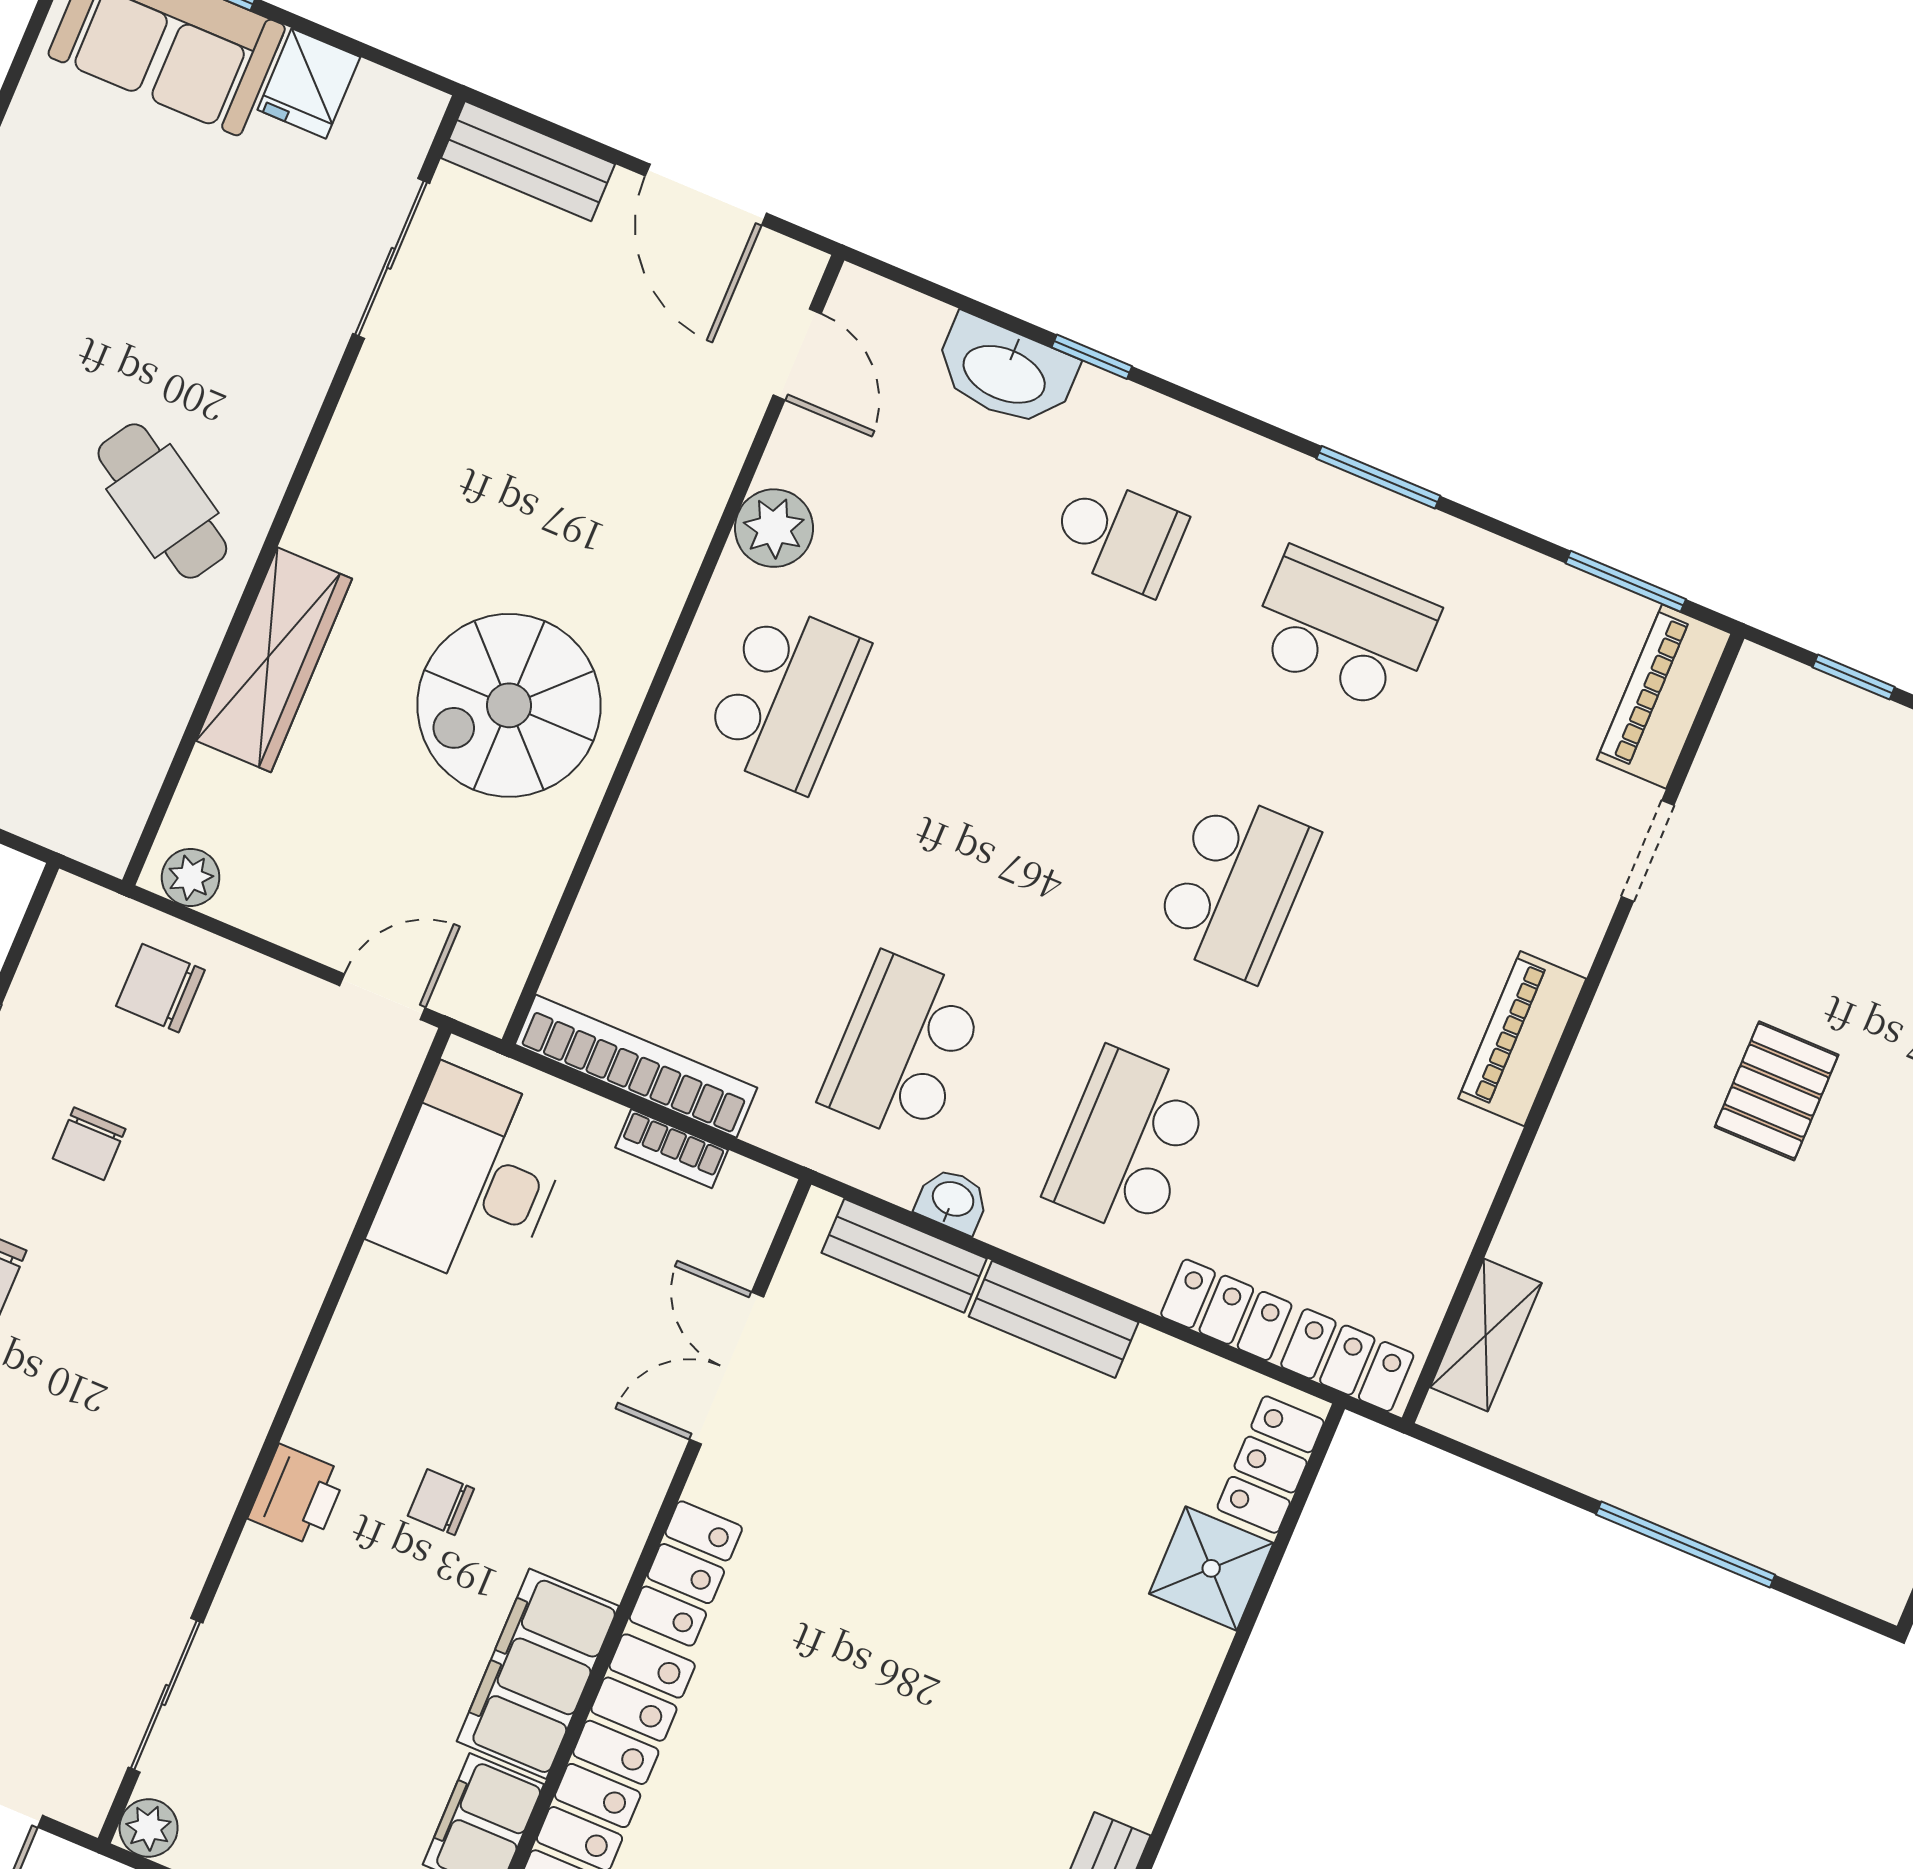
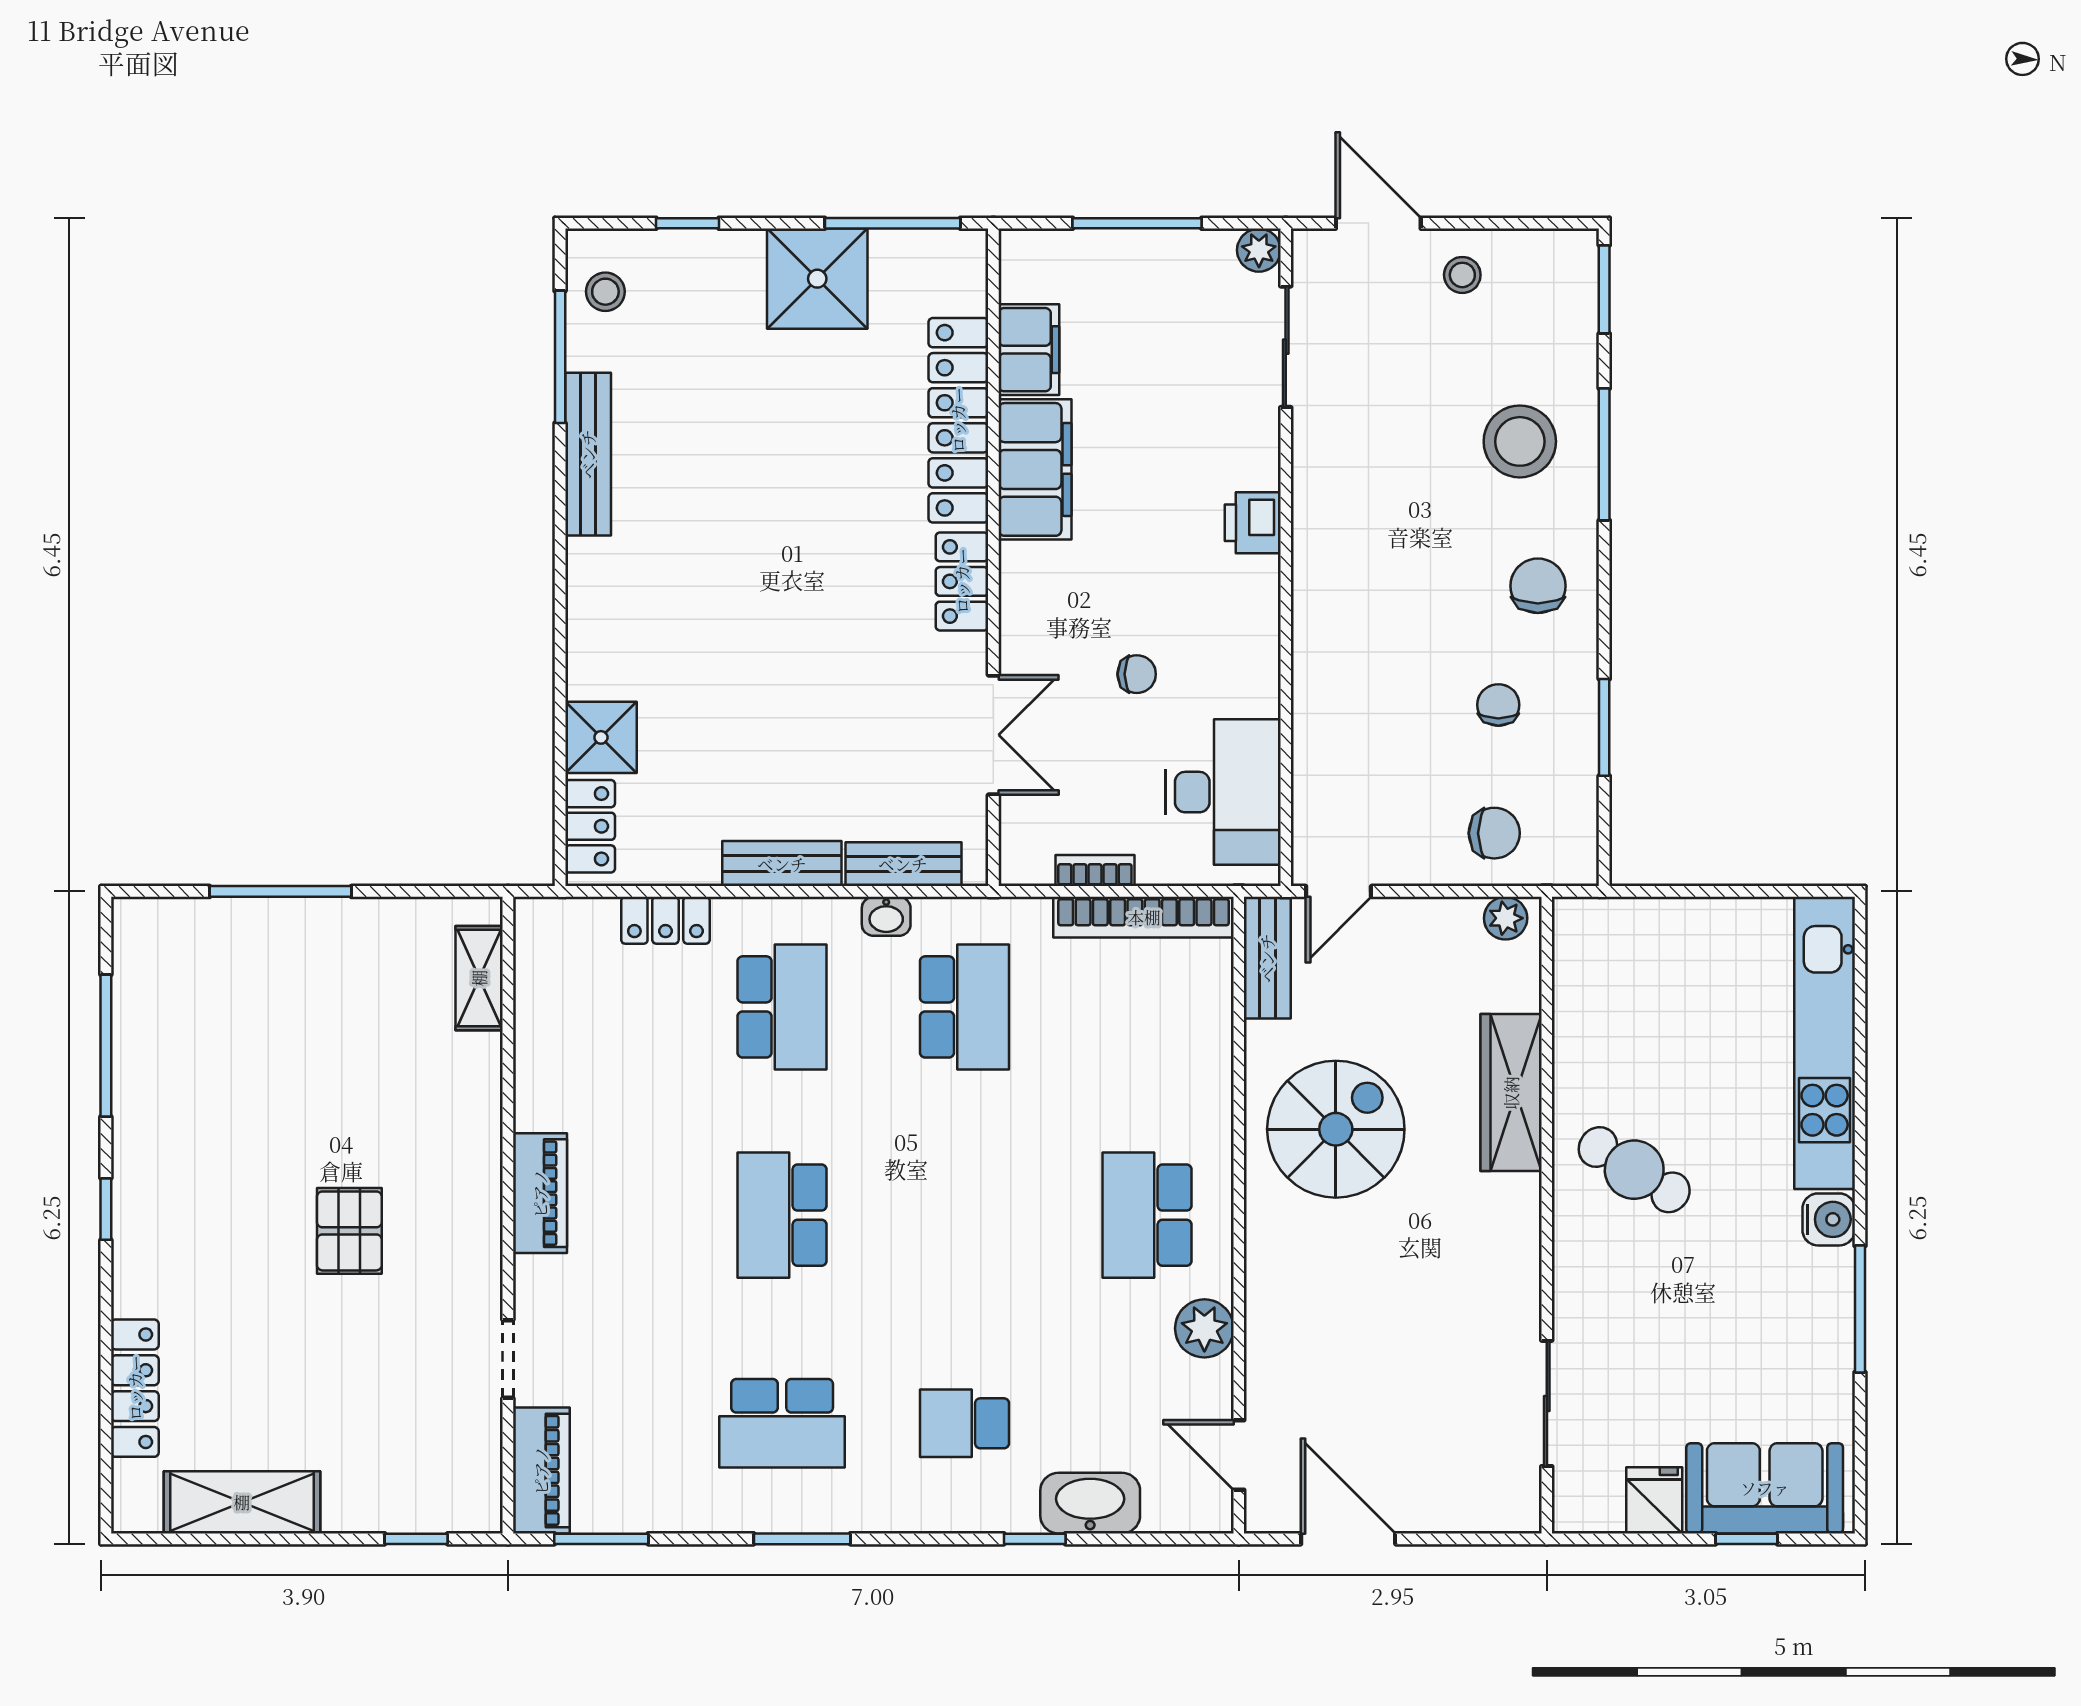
bench: (528, 161) -> (1267, 958), moved, turned 90
locker: (1347, 1360) -> (567, 921), removed
chair: (441, 1502) -> (1137, 674), moved

